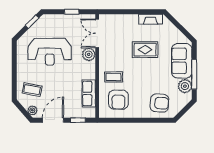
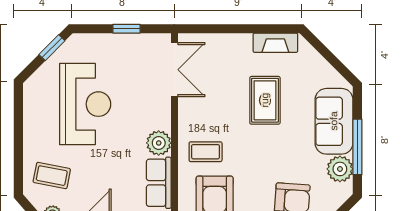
double door: (97, 33) -> (174, 70), swing flipped
rug: (145, 50) -> (265, 100), turned 90
reception desk: (50, 52) -> (85, 104), turned -90
plant: (89, 54) -> (159, 143), moved

